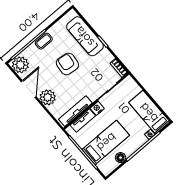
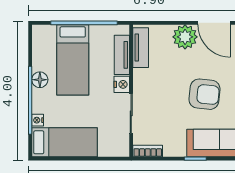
tv unit: (75, 111) -> (141, 48), width x0.71
floor lamp: (120, 158) -> (40, 80), moved

